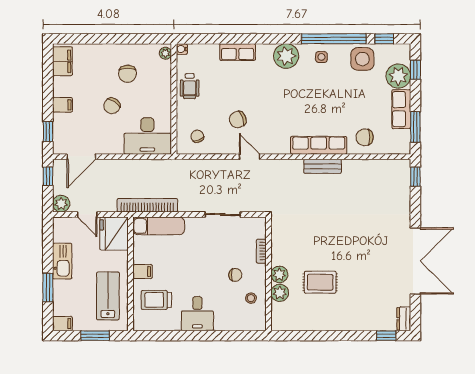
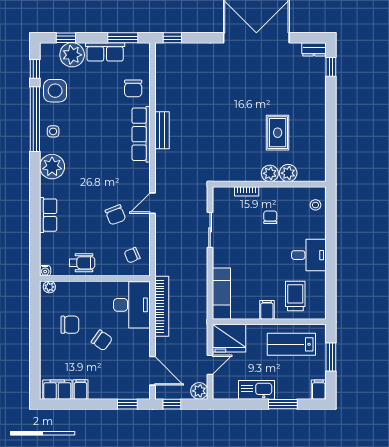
filing cabinet: (63, 105) -> (80, 389), moved
bookcase: (147, 205) -> (162, 306), moved, turned 180
stool: (251, 298) -> (315, 205), moved
trolley: (156, 300) -> (295, 296), turned 180

